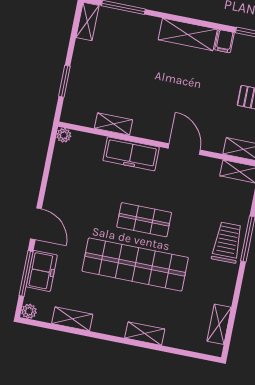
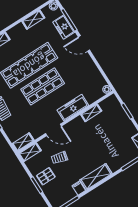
trolley: (212, 105) -> (59, 158), added
shop shelf: (144, 220) -> (43, 86), width x1.43, depth x1.36

